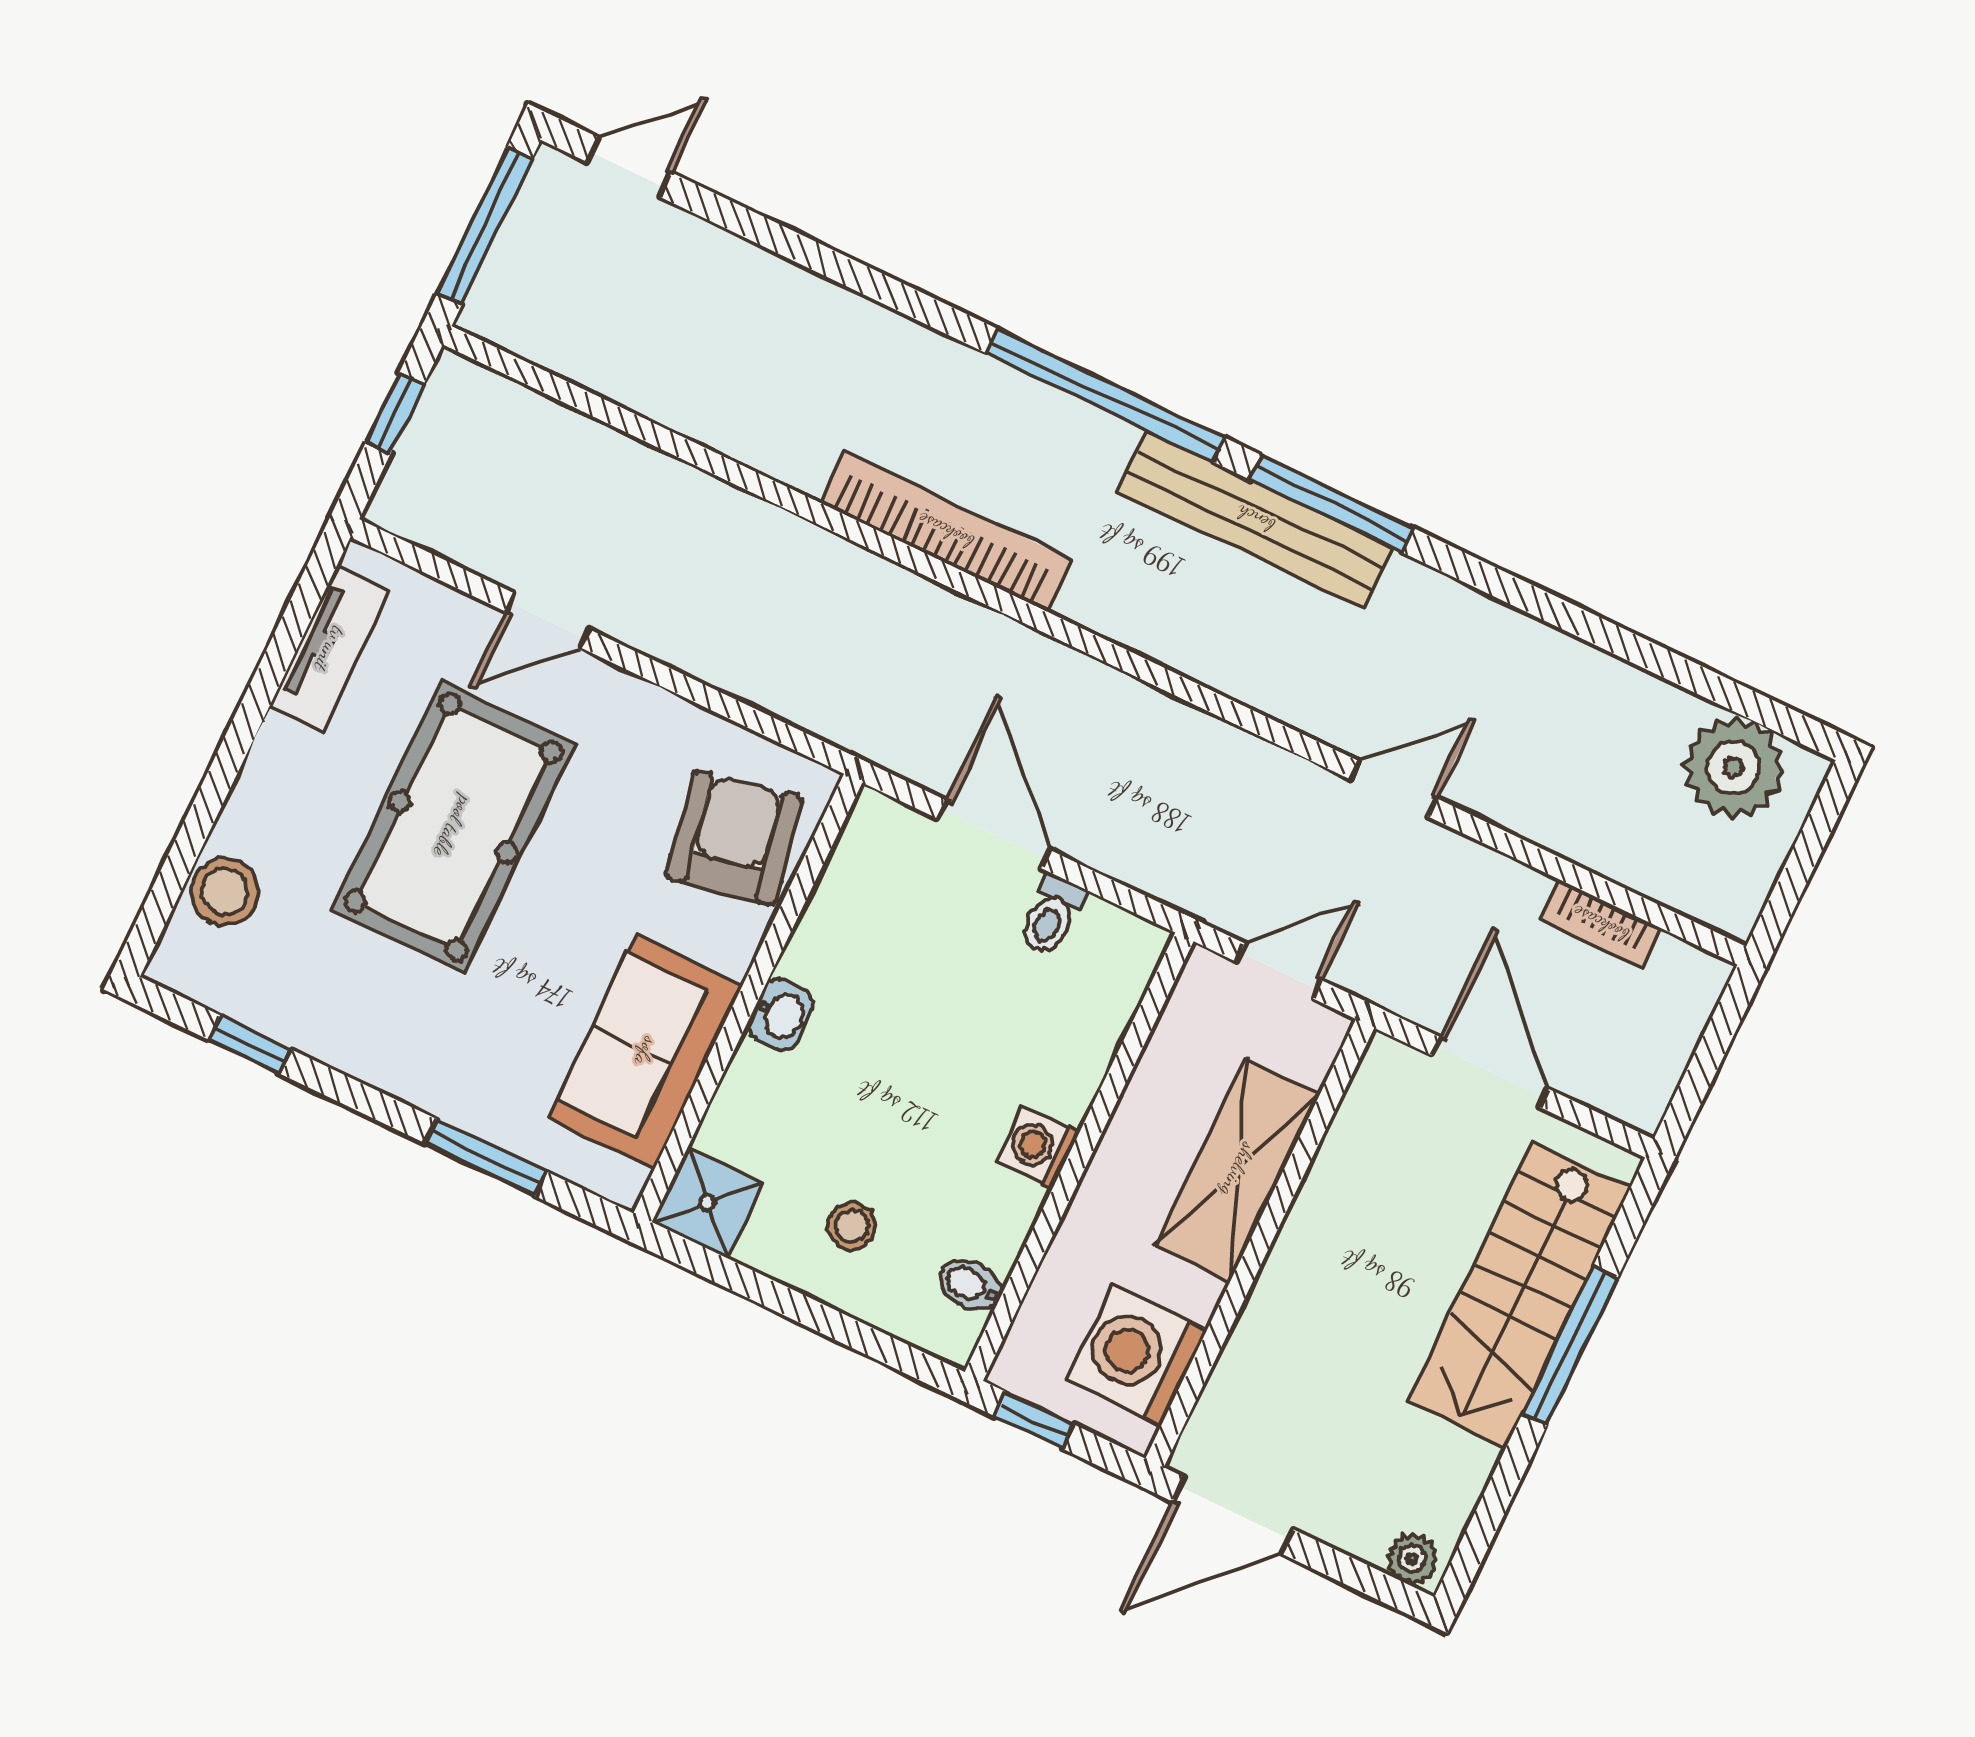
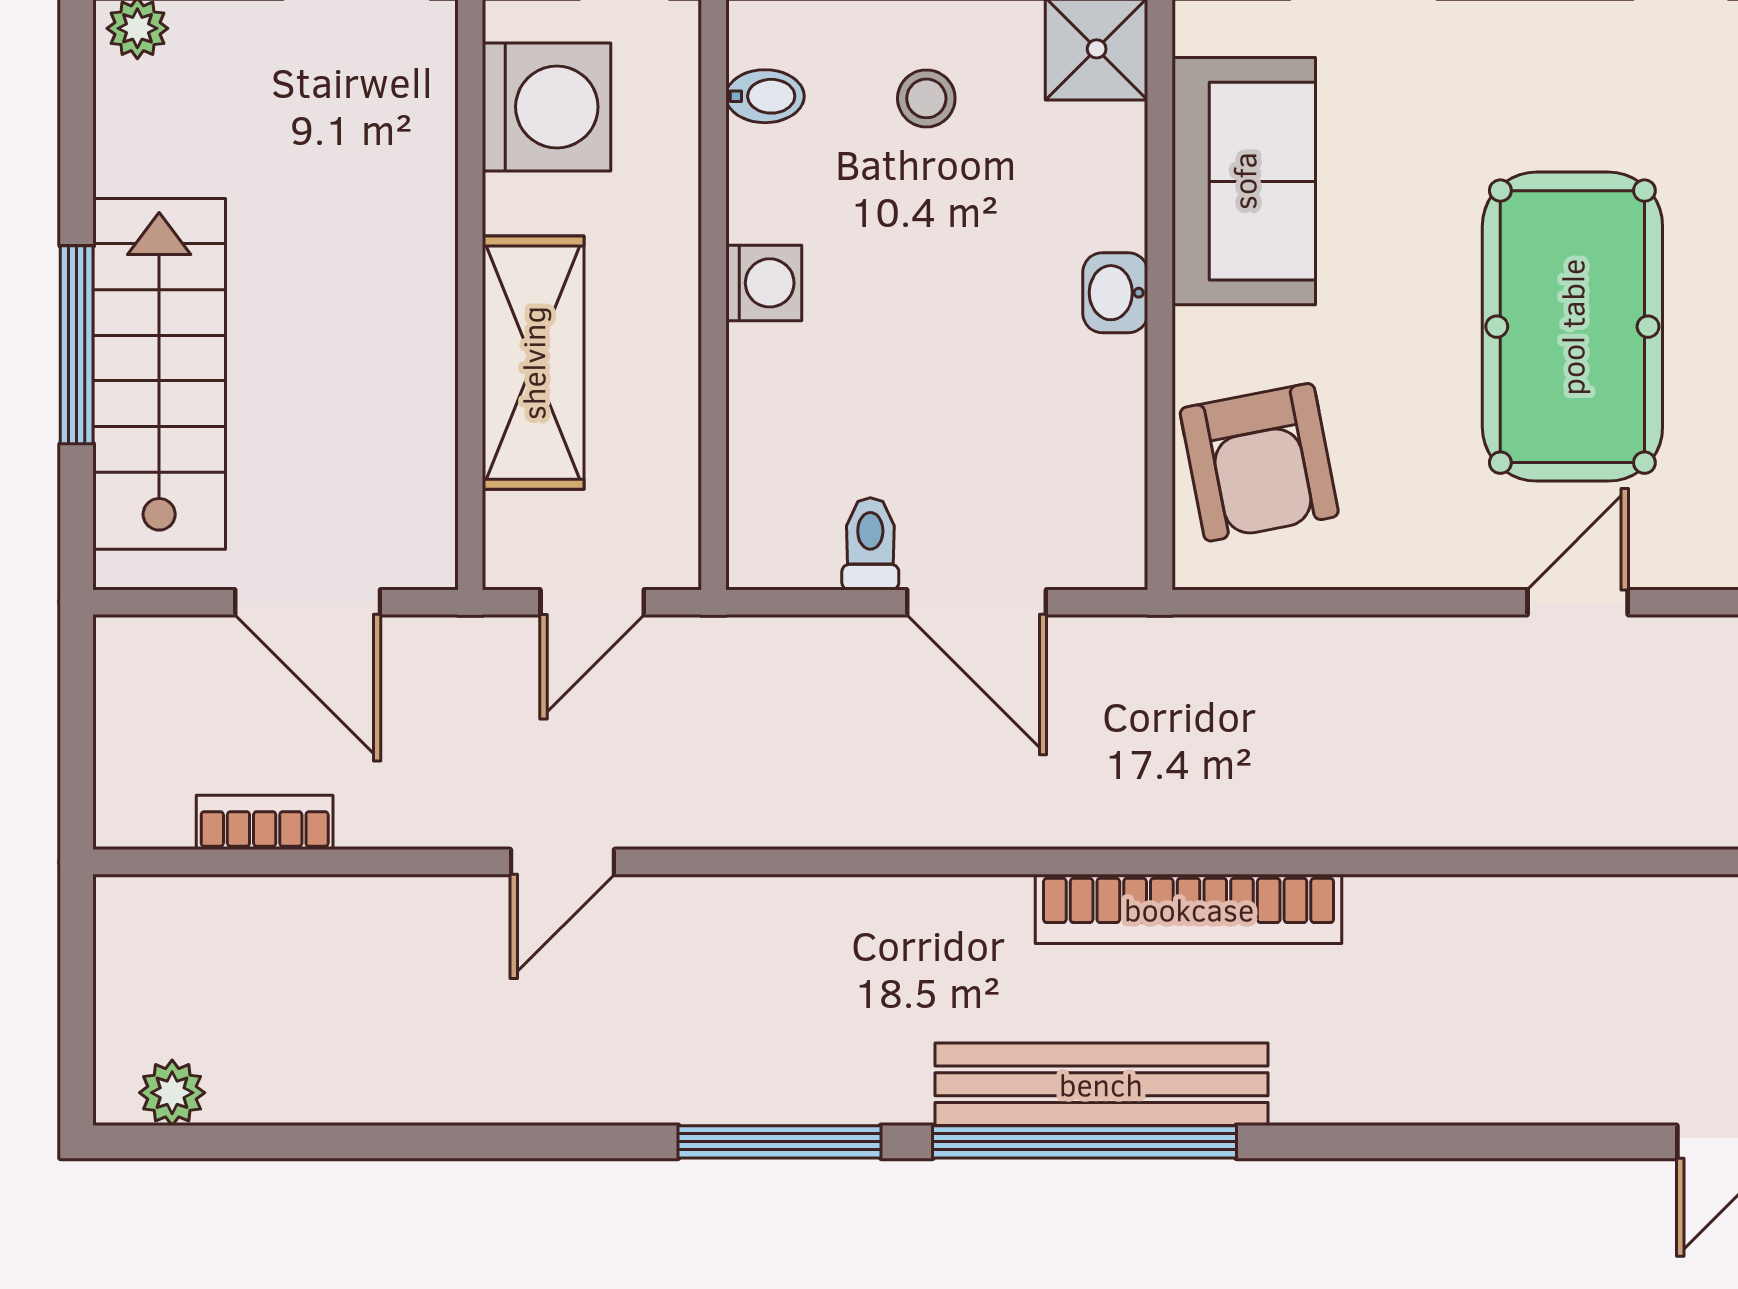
bench: (1255, 519) -> (1101, 1084), moved
plant: (1734, 767) -> (172, 1093), width x0.53, depth x0.53

